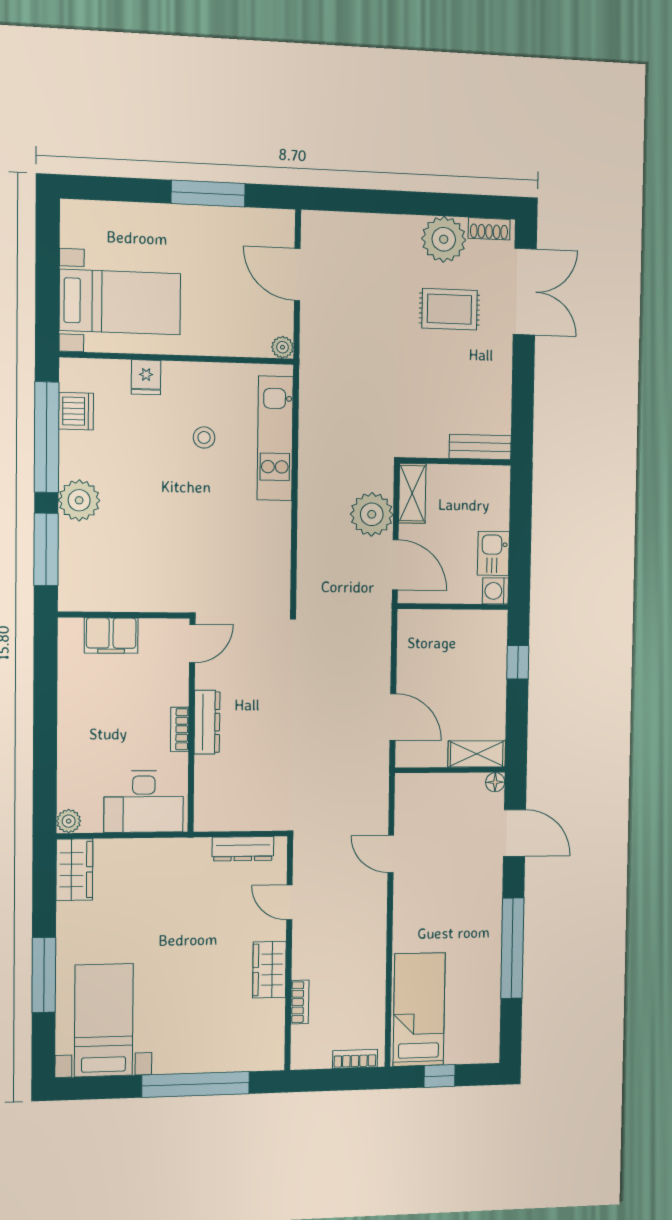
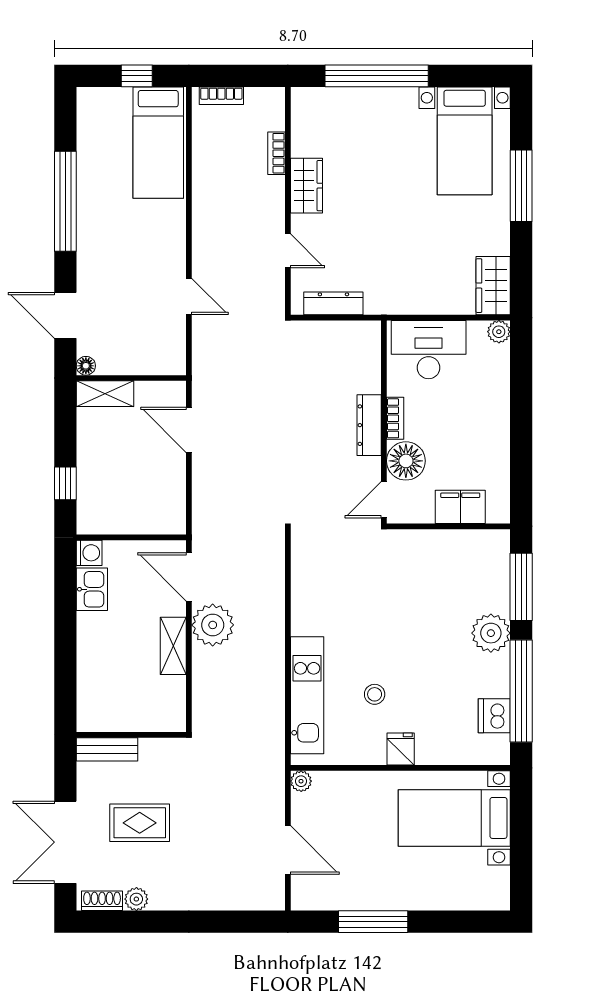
plant: (444, 239) -> (136, 899), width x0.53, depth x0.53
fridge: (146, 377) -> (401, 749), moved
bench: (480, 447) -> (107, 749), moved
wall: (455, 461) -> (131, 735), moved
floor lamp: (169, 684) -> (406, 461), added

